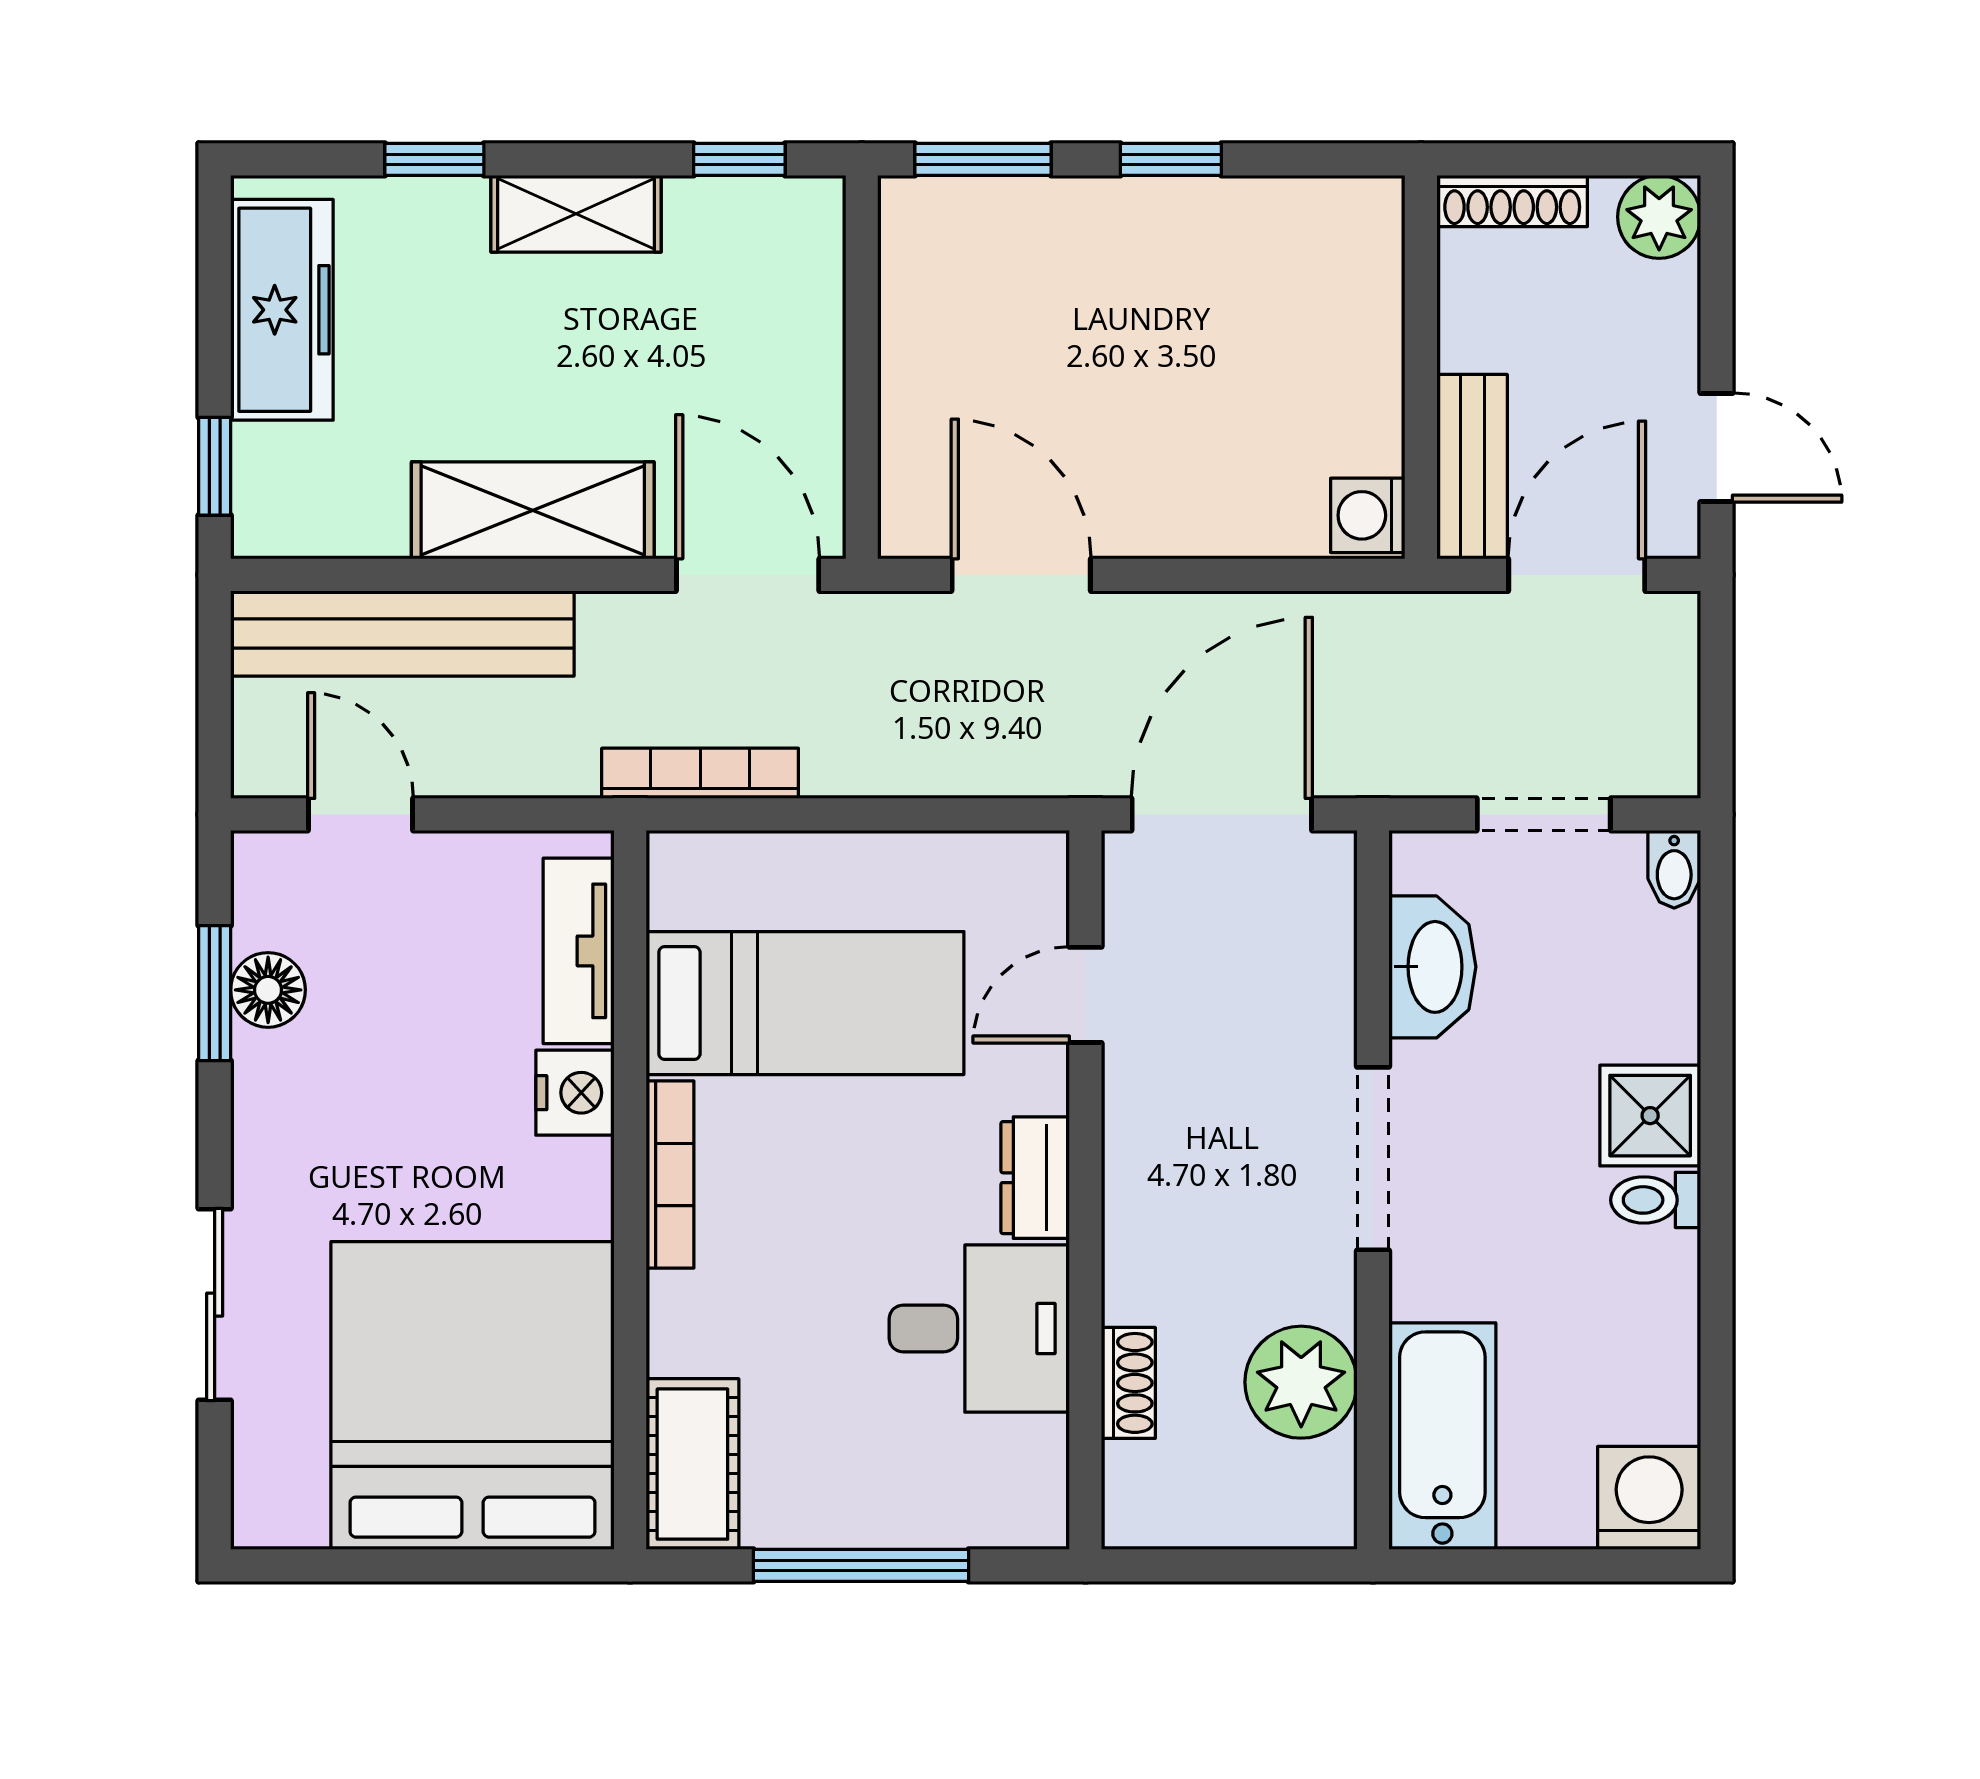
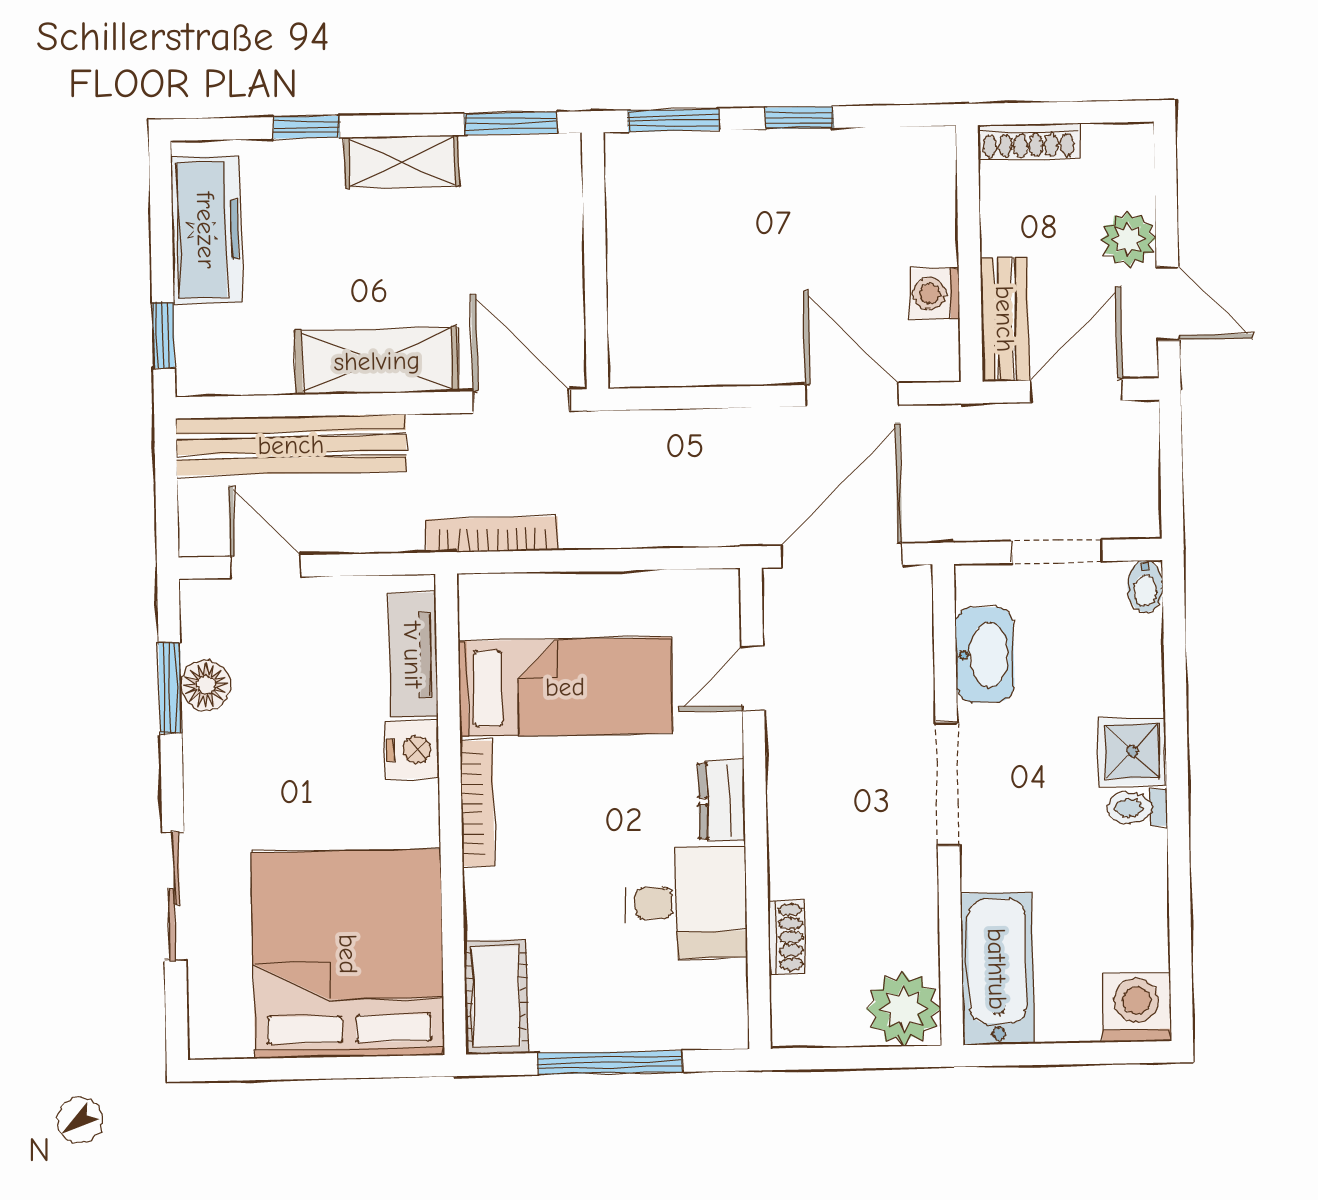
window: (739, 159) -> (511, 123), width x1.50
plant: (1659, 217) -> (1128, 239), moved
washing machine: (1368, 515) -> (934, 294), moved
door: (1021, 575) -> (852, 395), moved
plant: (1301, 1382) -> (904, 1009), moved

